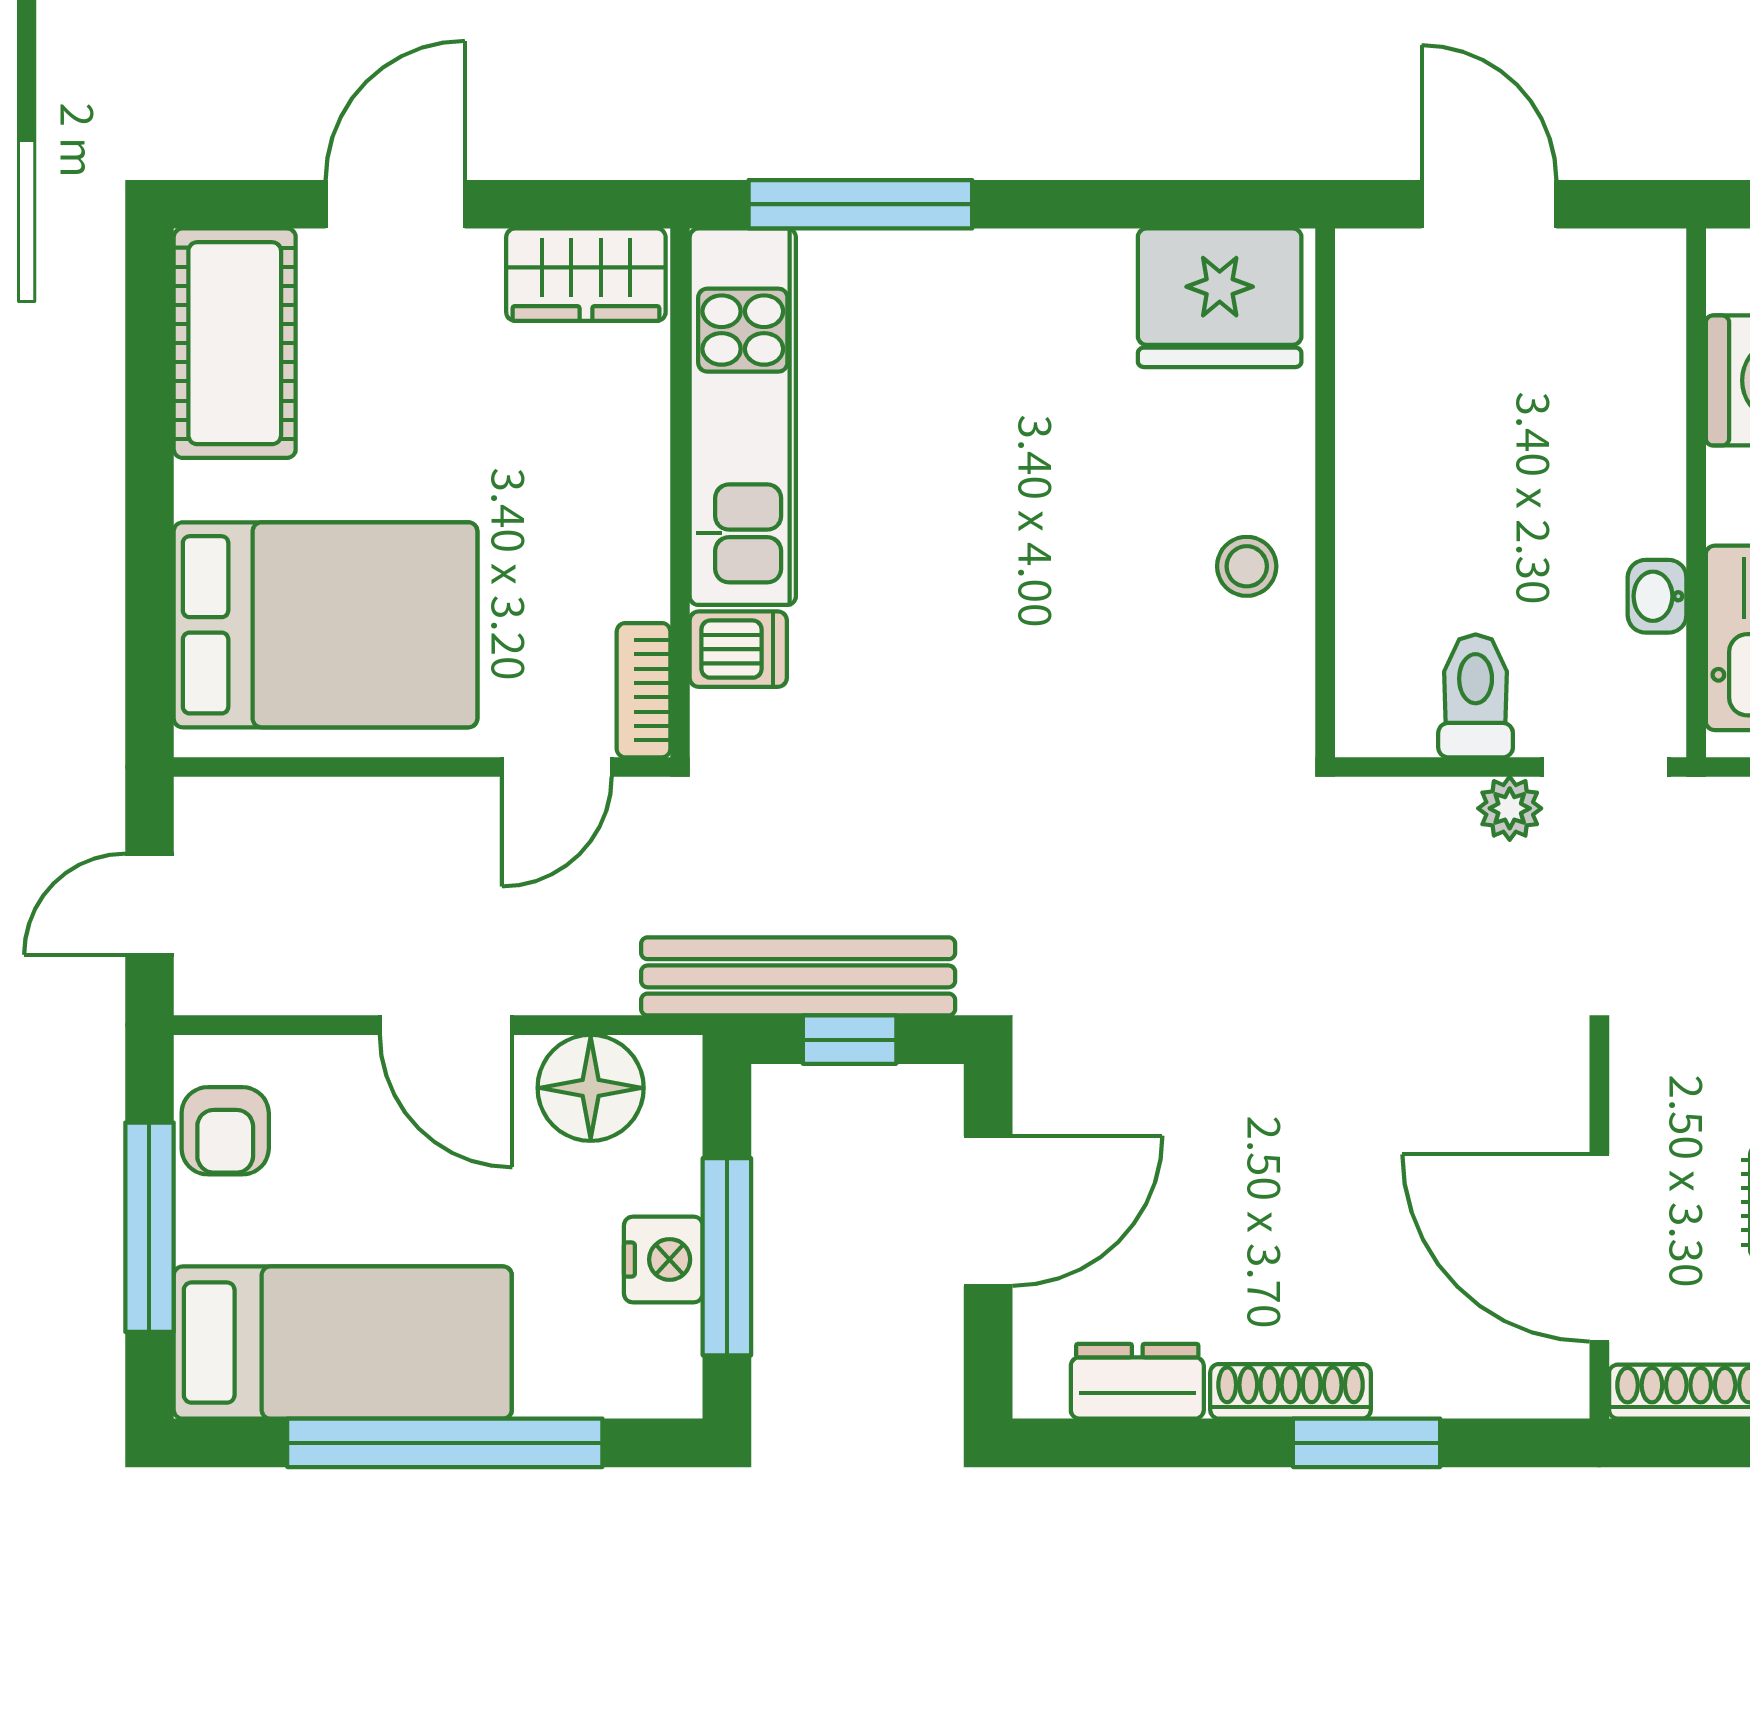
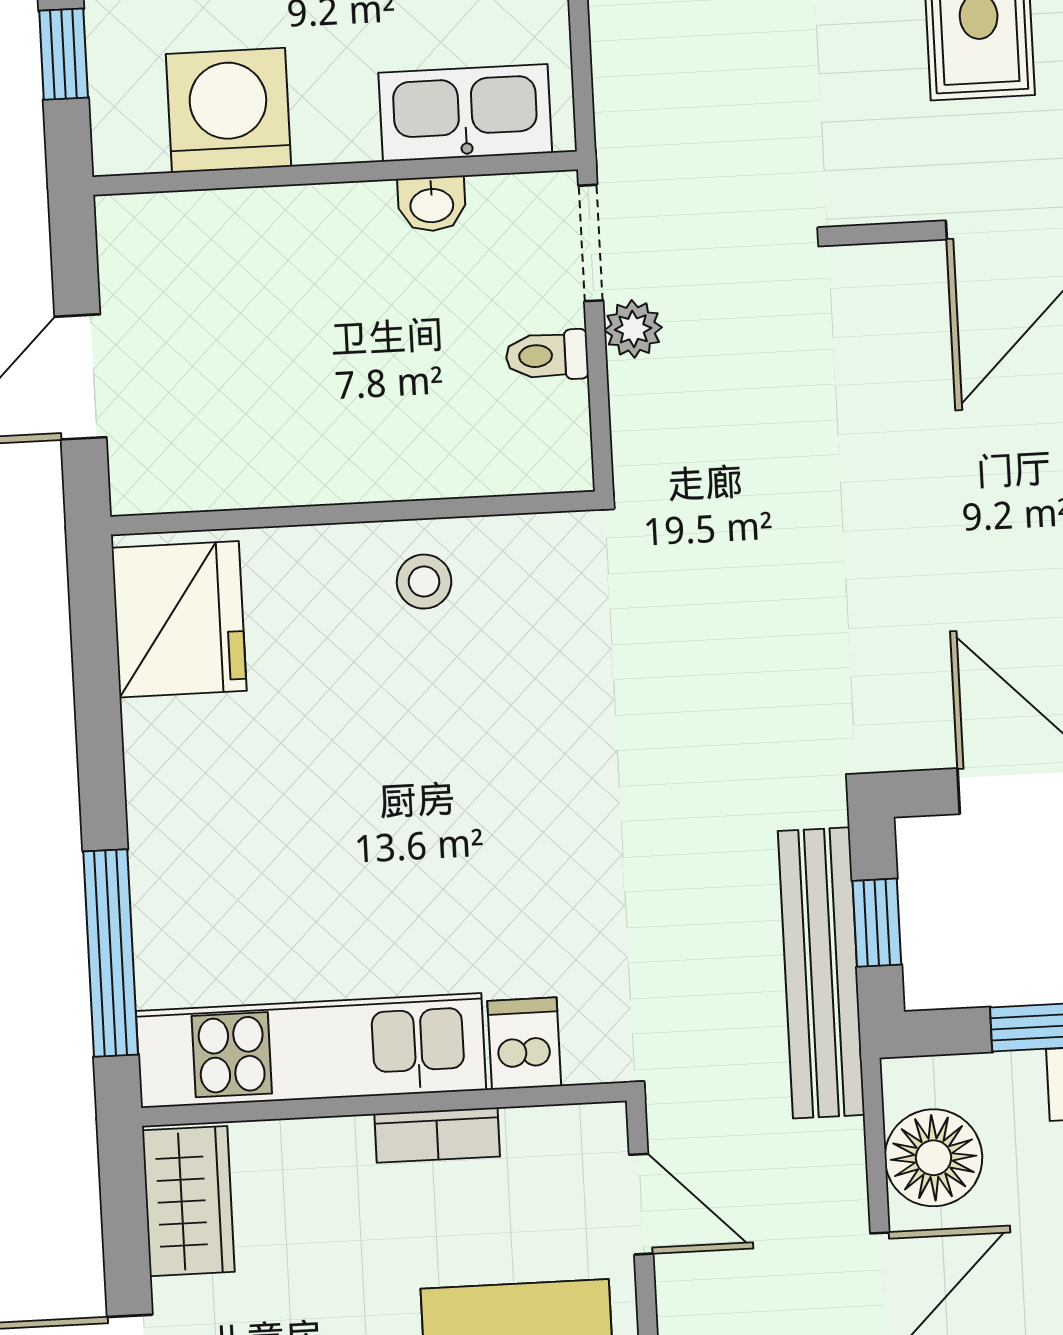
bookcase: (644, 690) -> (437, 1135), moved
toilet: (1476, 696) -> (547, 355), width x0.73, depth x0.72

